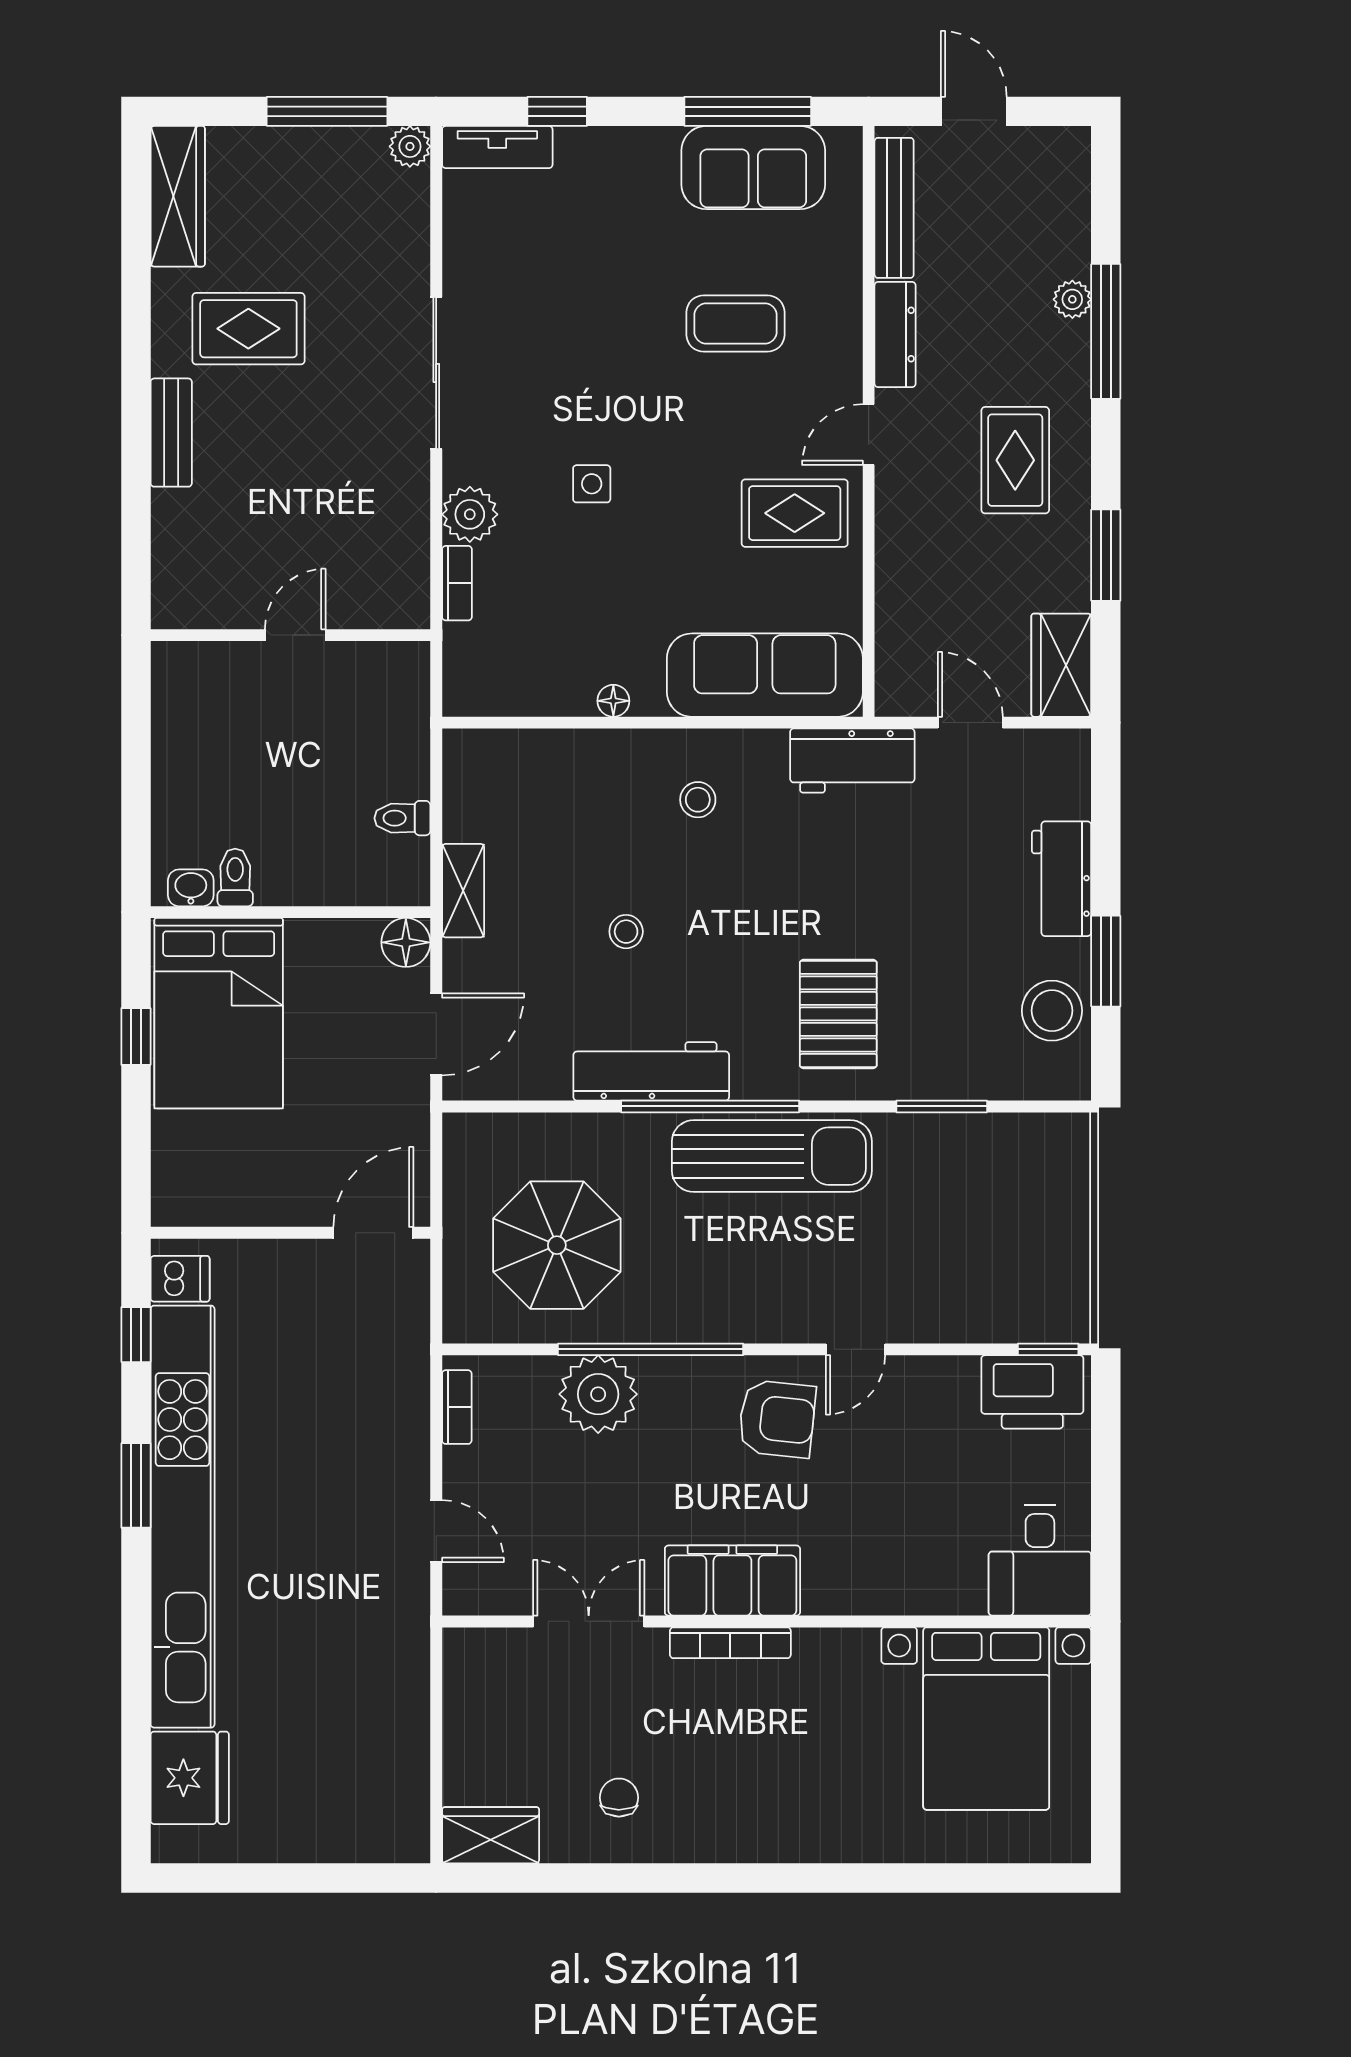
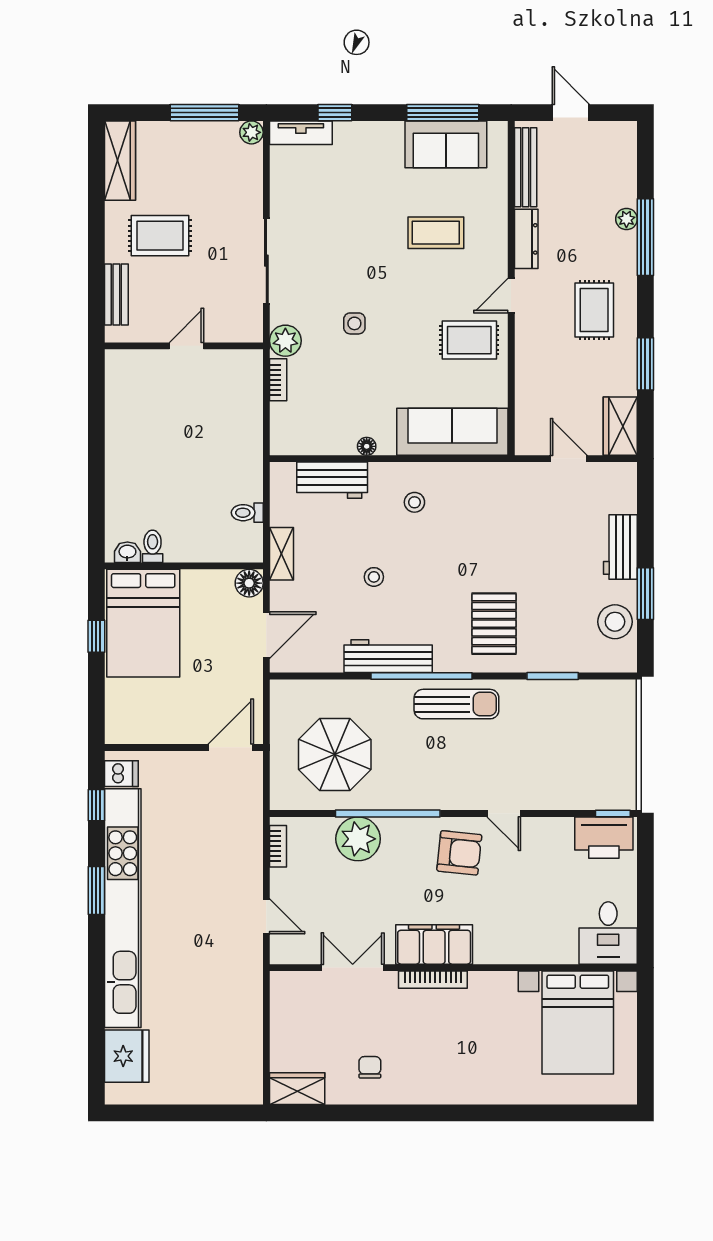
wall: (290, 635) -> (184, 346), moved
door: (295, 635) -> (187, 346), moved
workbench: (852, 761) -> (332, 480), moved
sun lounger: (772, 1156) -> (456, 704), width x0.73, depth x0.75
door: (855, 1349) -> (504, 814), hinge flipped

